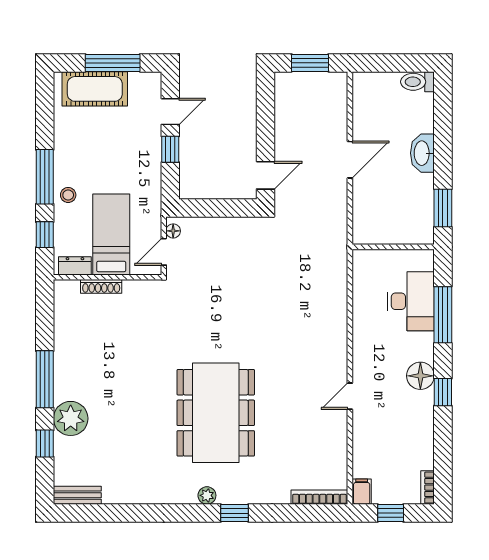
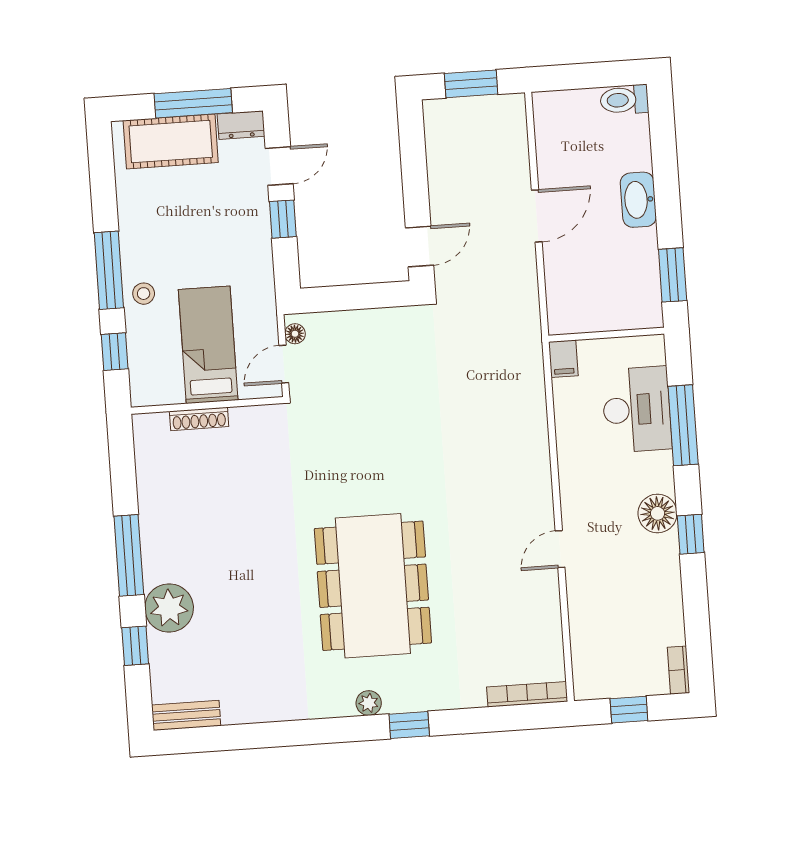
dresser: (75, 266) -> (241, 125), moved, turned 180
filing cabinet: (362, 492) -> (563, 359), moved, turned 180

